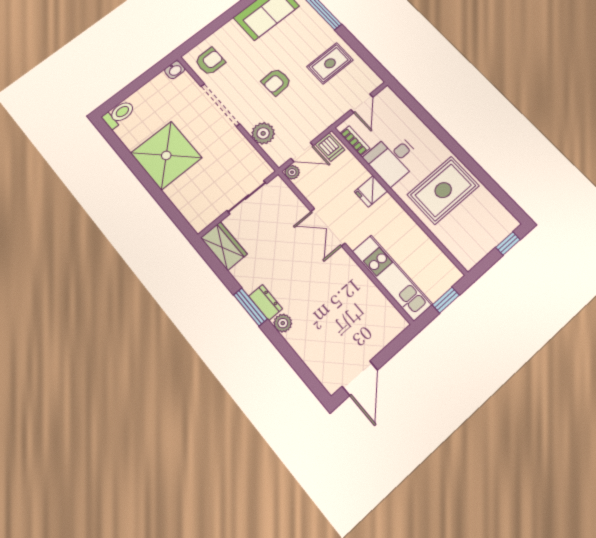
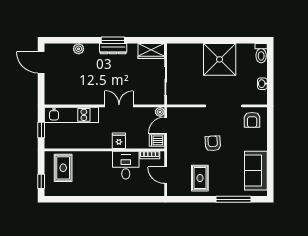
washbasin: (175, 70) -> (262, 84), moved
plant: (263, 133) -> (191, 115), removed
rug: (443, 190) -> (63, 168), moved, width x0.73, depth x0.70
dresser: (265, 302) -> (113, 49), width x1.44
plant: (283, 323) -> (79, 49), moved

